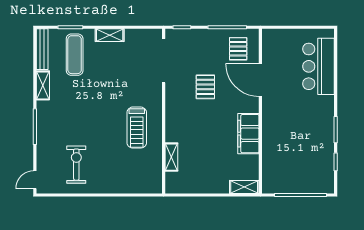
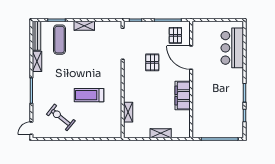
treadmill: (137, 128) -> (89, 95), moved, turned 90
exercise bike: (76, 165) -> (61, 117), turned -51
shelving: (244, 187) -> (161, 133), moved

